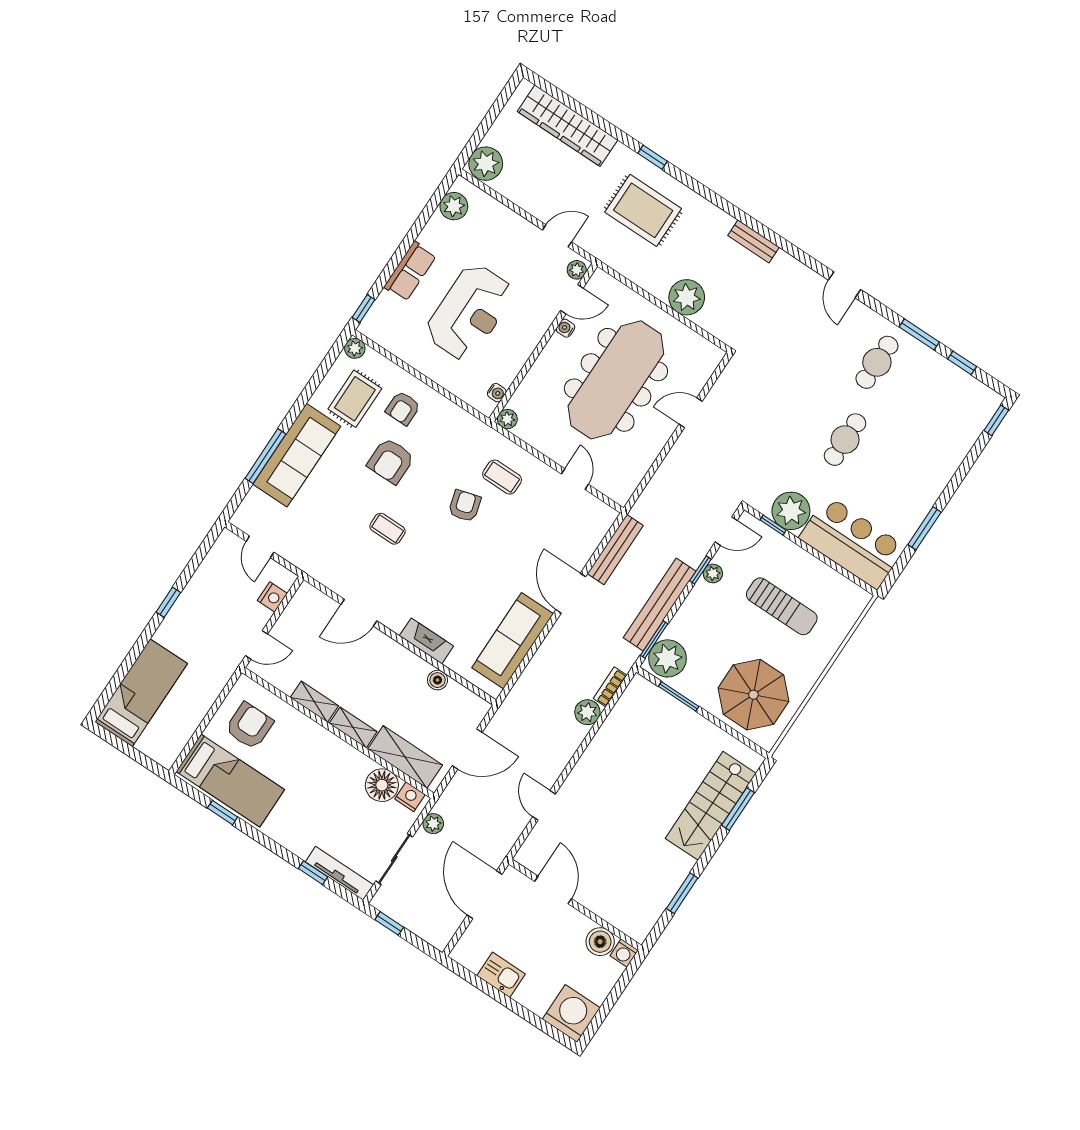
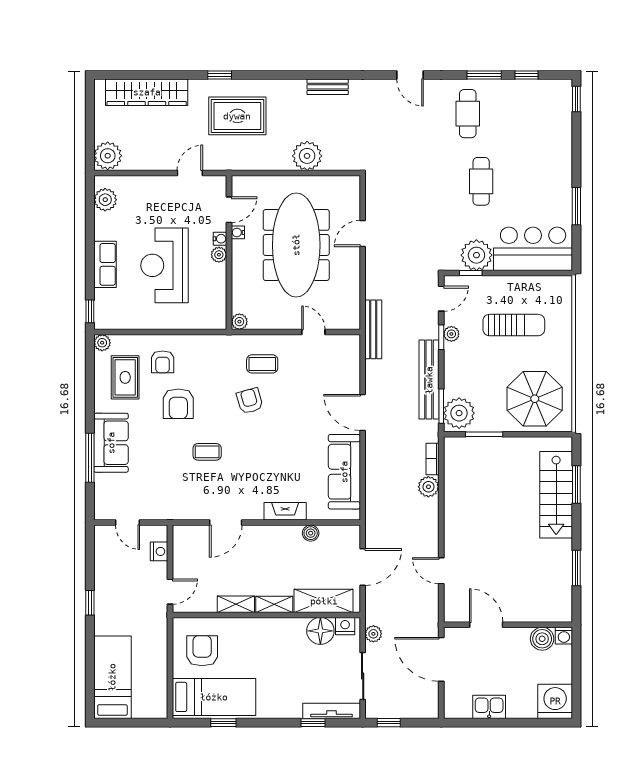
plant: (577, 270) -> (219, 255), moved
reception desk: (470, 312) -> (165, 265), turned 180
water cooler: (497, 393) -> (220, 239), moved
sofa: (297, 455) -> (111, 443), width x0.73
bench: (615, 550) -> (373, 329), moved

